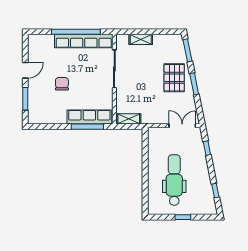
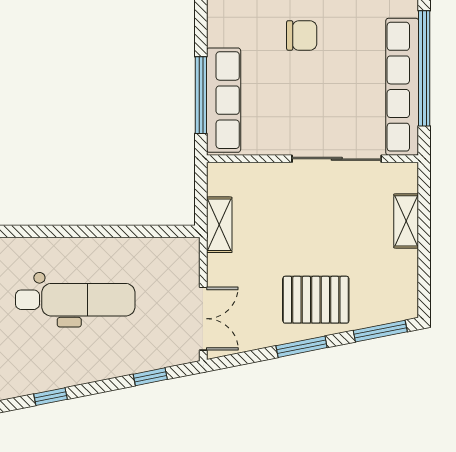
shelving: (129, 119) -> (219, 225), moved

